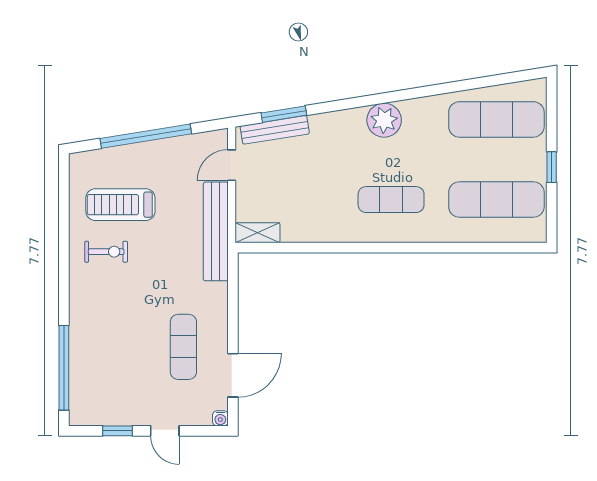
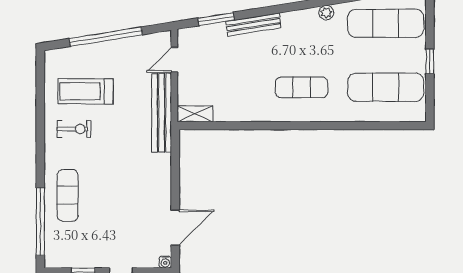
plant: (384, 120) -> (326, 13), moved, width x0.53, depth x0.53
bench: (275, 130) -> (253, 25), moved
exercise mat: (183, 347) -> (68, 195), moved

